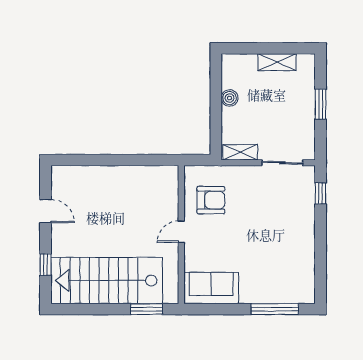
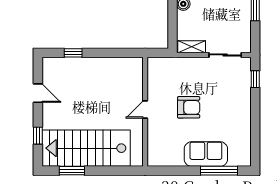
window: (90, 160) -> (73, 53), added
armchair: (211, 200) -> (189, 107), moved
sofa: (211, 288) -> (206, 154), moved
window: (147, 309) -> (72, 171), moved

